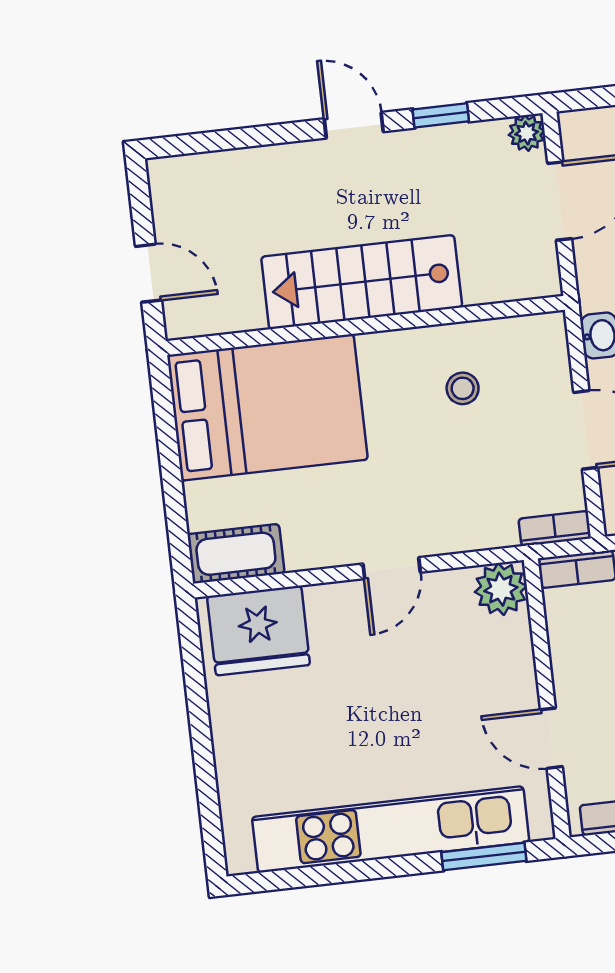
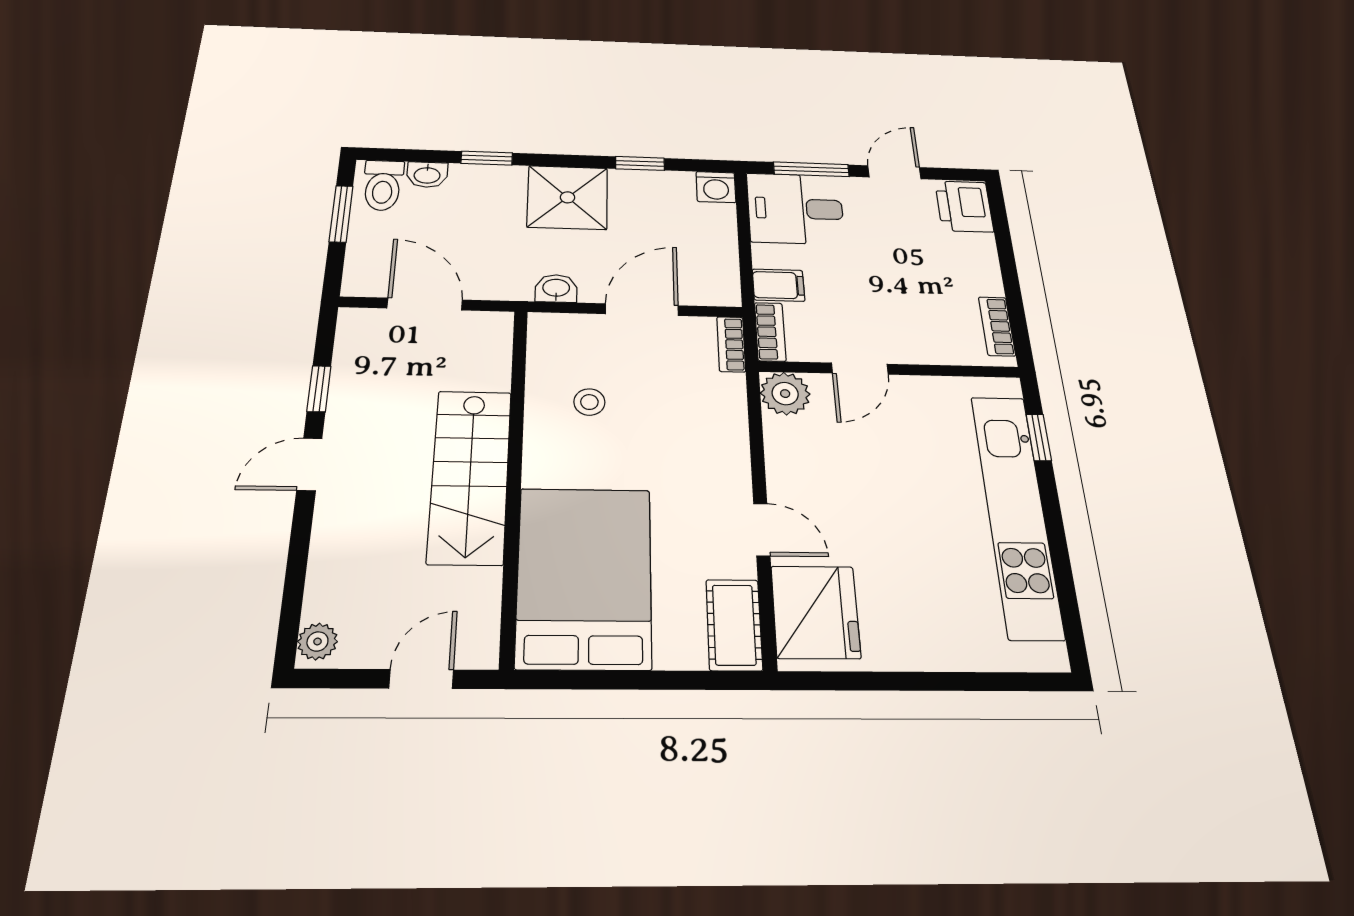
plant: (527, 133) -> (317, 641), moved
door: (392, 568) -> (762, 530), moved
door: (551, 738) -> (860, 369), moved
window: (484, 857) -> (1039, 437), width x0.67

